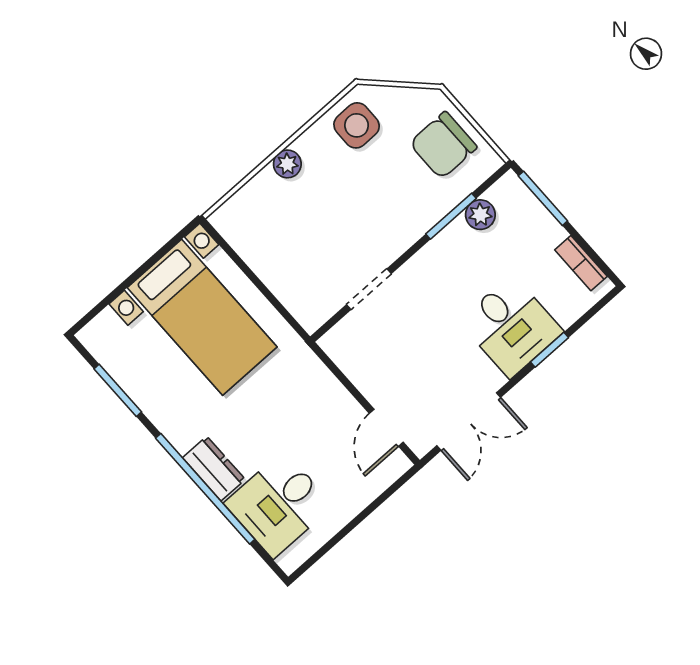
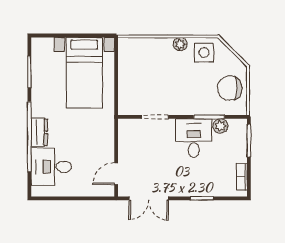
plant: (287, 164) -> (180, 44), moved
desk: (511, 326) -> (194, 138), moved, turned 180

